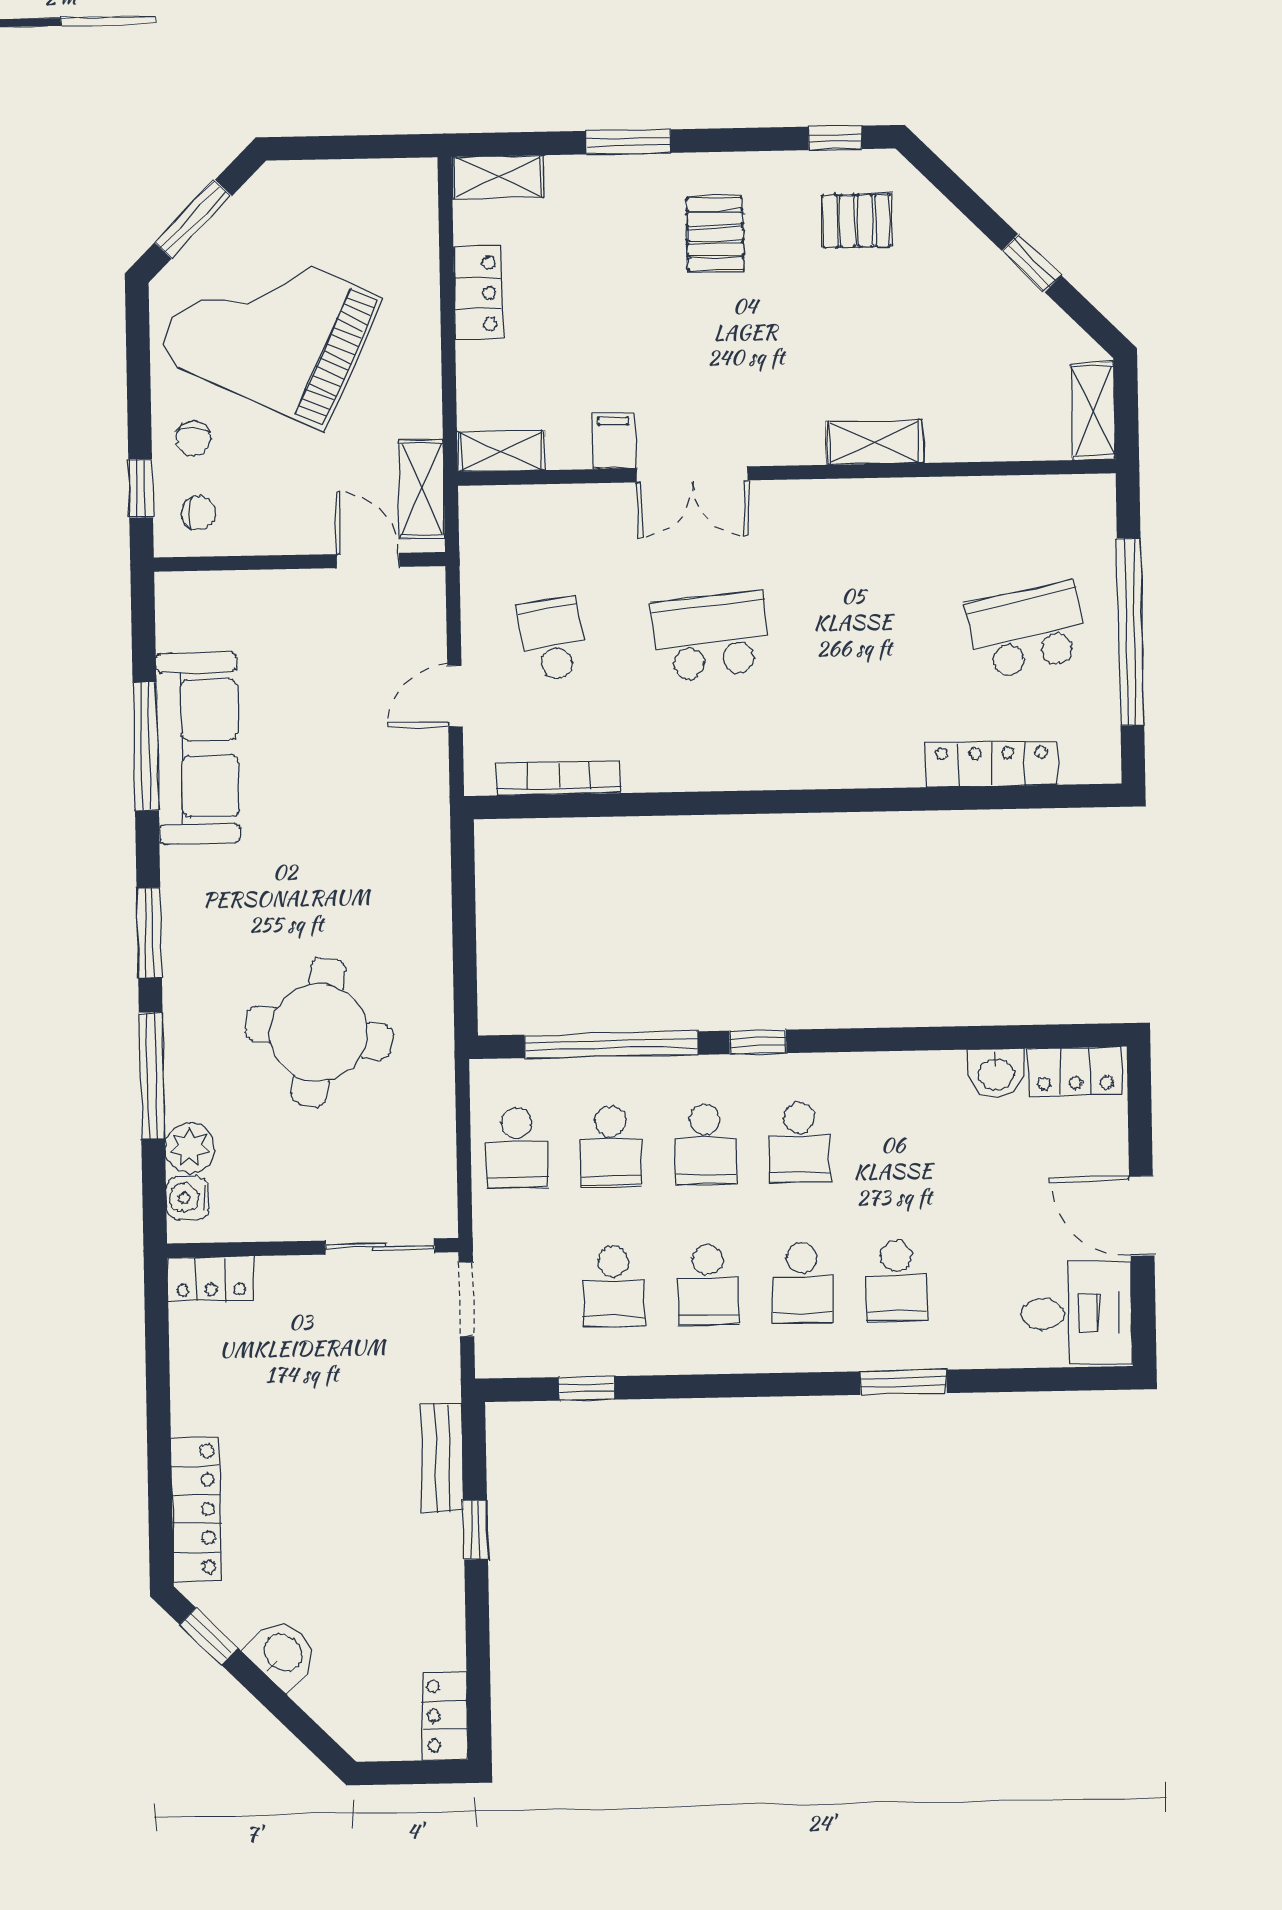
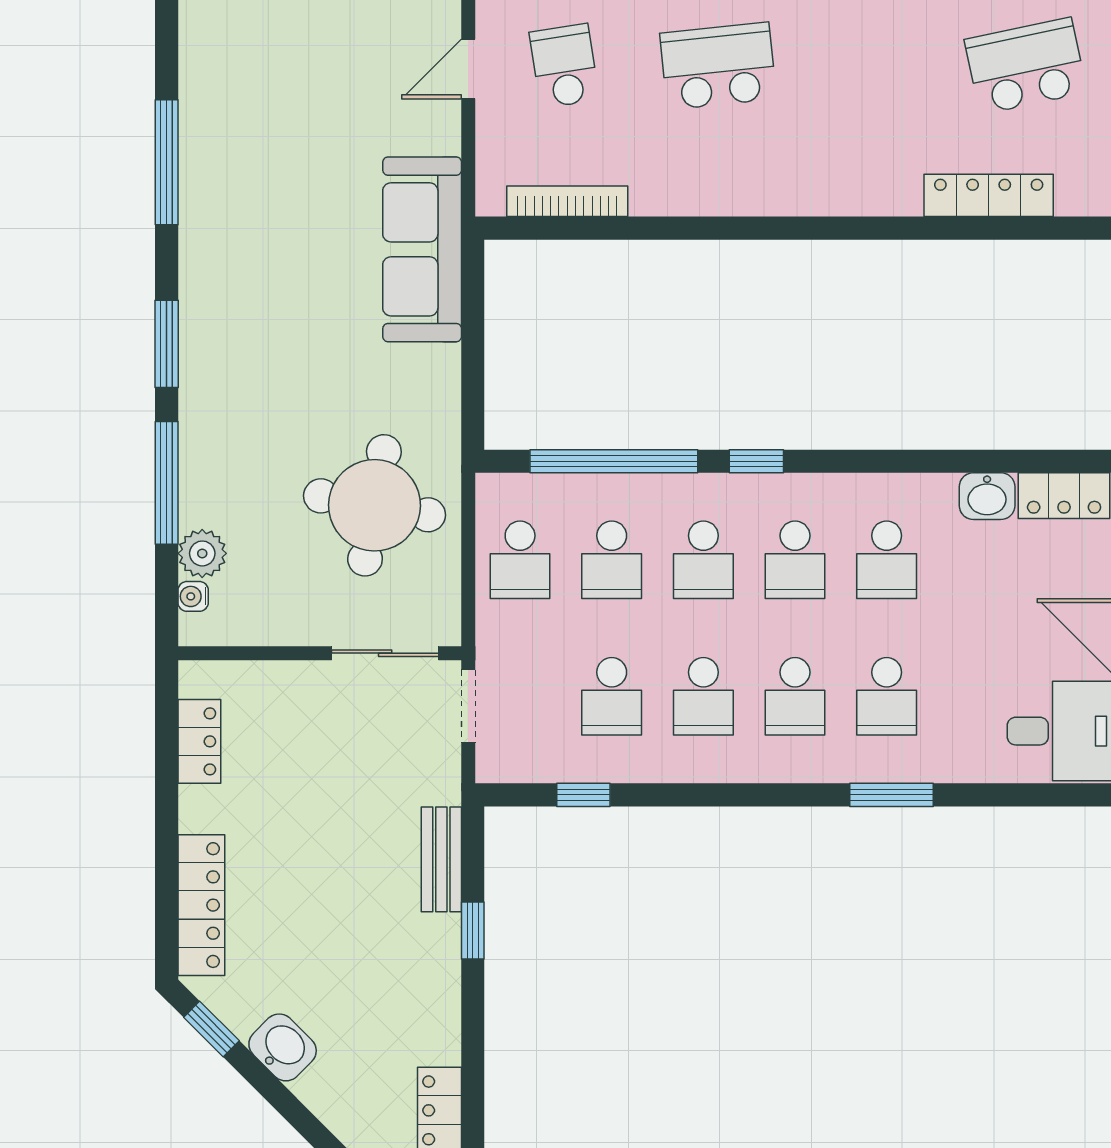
door: (455, 696) -> (468, 69), moved
sofa: (198, 748) -> (422, 249), moved, turned 180
round table: (319, 1033) -> (374, 505), moved
school desk: (894, 1141) -> (887, 560), added
water cooler: (187, 1198) -> (193, 596), width x0.72, depth x0.72
locker: (211, 1279) -> (199, 741), moved, turned -90

